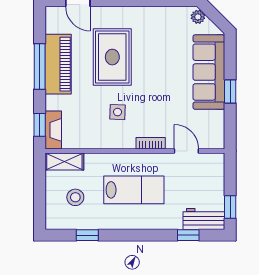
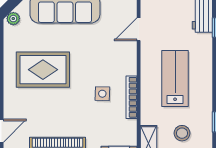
rug: (112, 57) -> (43, 70), moved
bookcase: (151, 143) -> (131, 97), moved, width x1.56

